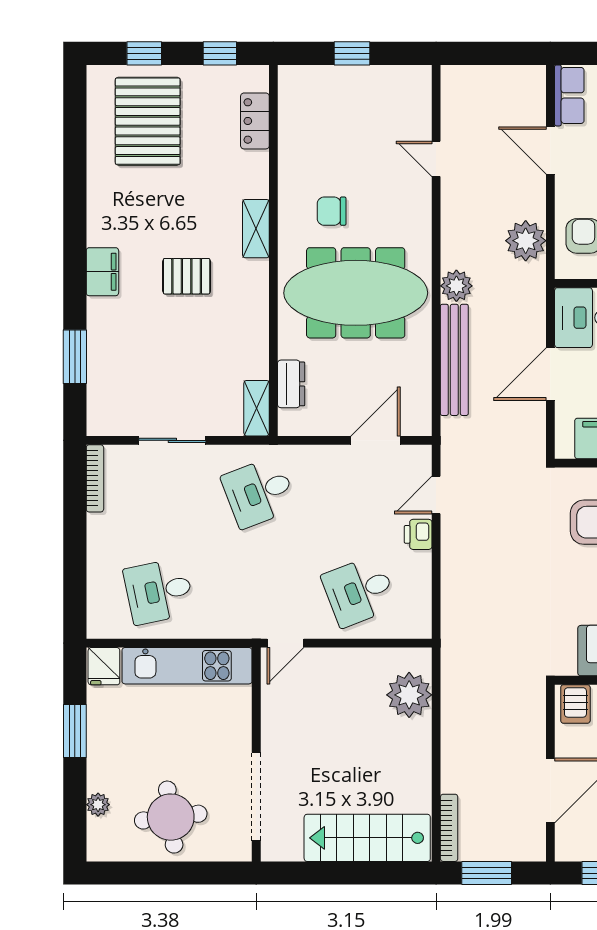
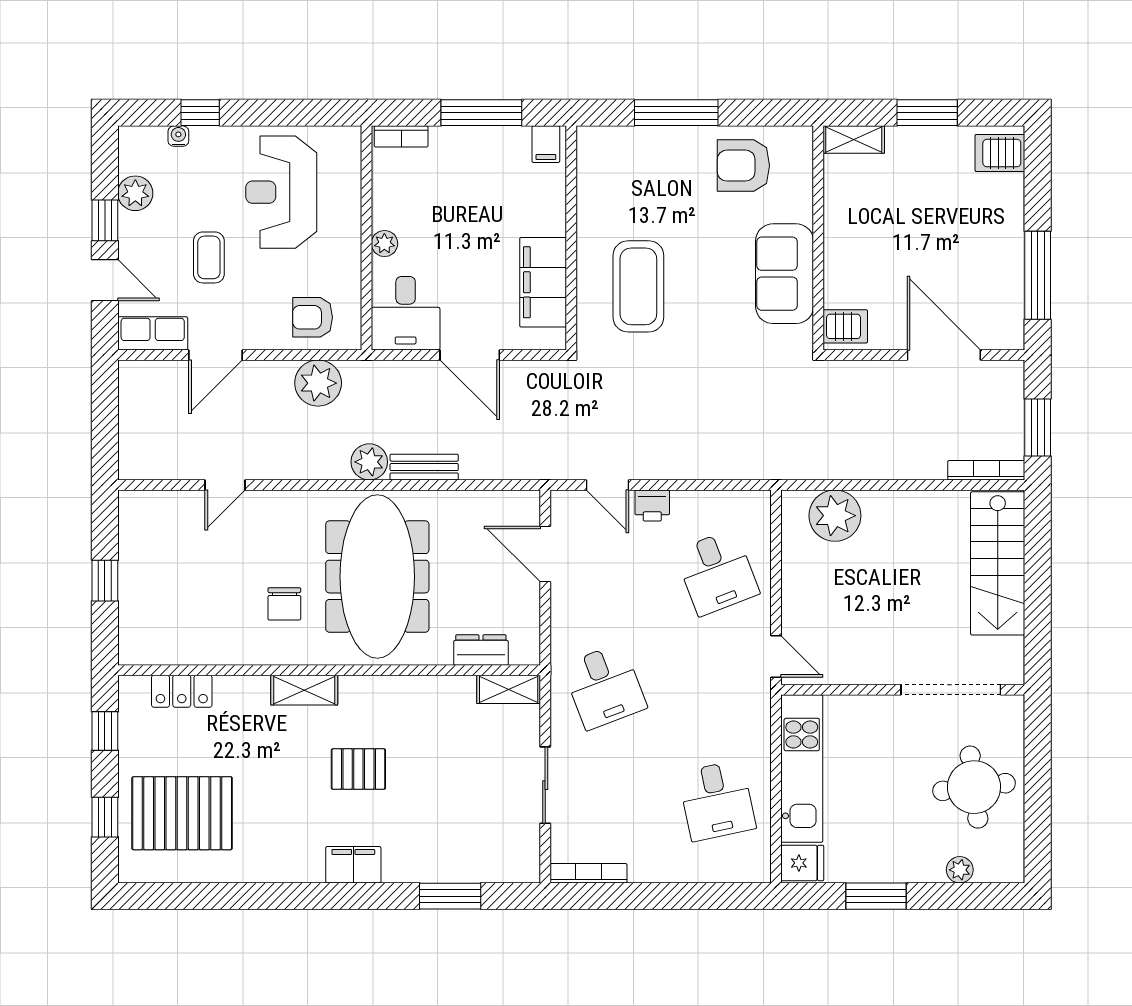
pallet: (187, 276) -> (358, 769), turned 90
bench: (454, 360) -> (424, 467), width x0.54, depth x0.82

